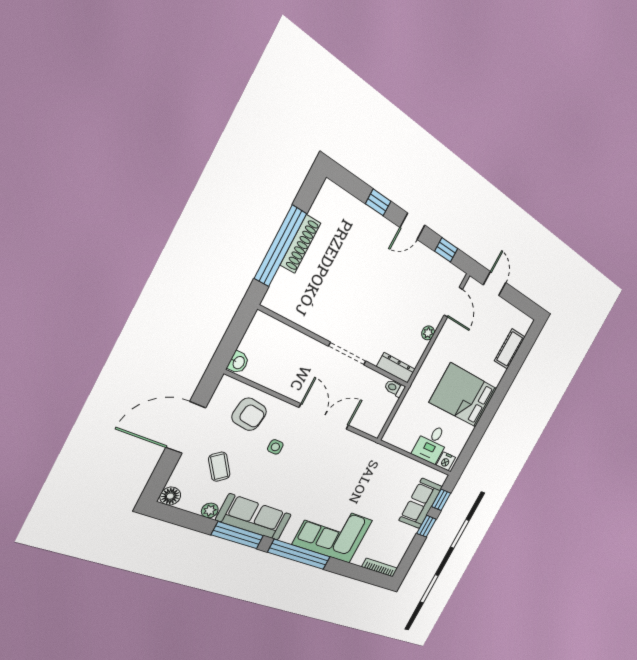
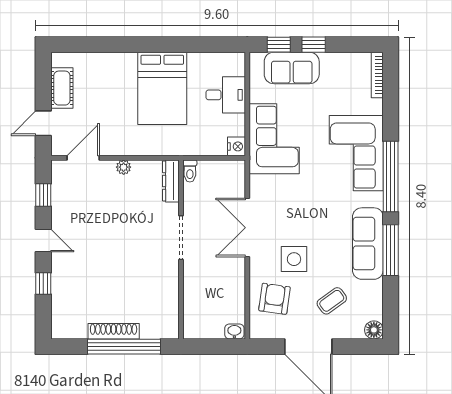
cot: (510, 349) -> (62, 88), moved, turned 90
side table: (275, 447) -> (294, 259), width x1.87, depth x1.87
nightstand: (446, 461) -> (236, 146), moved
corner sofa: (380, 469) -> (274, 139), added
plant: (210, 510) -> (375, 289), removed

